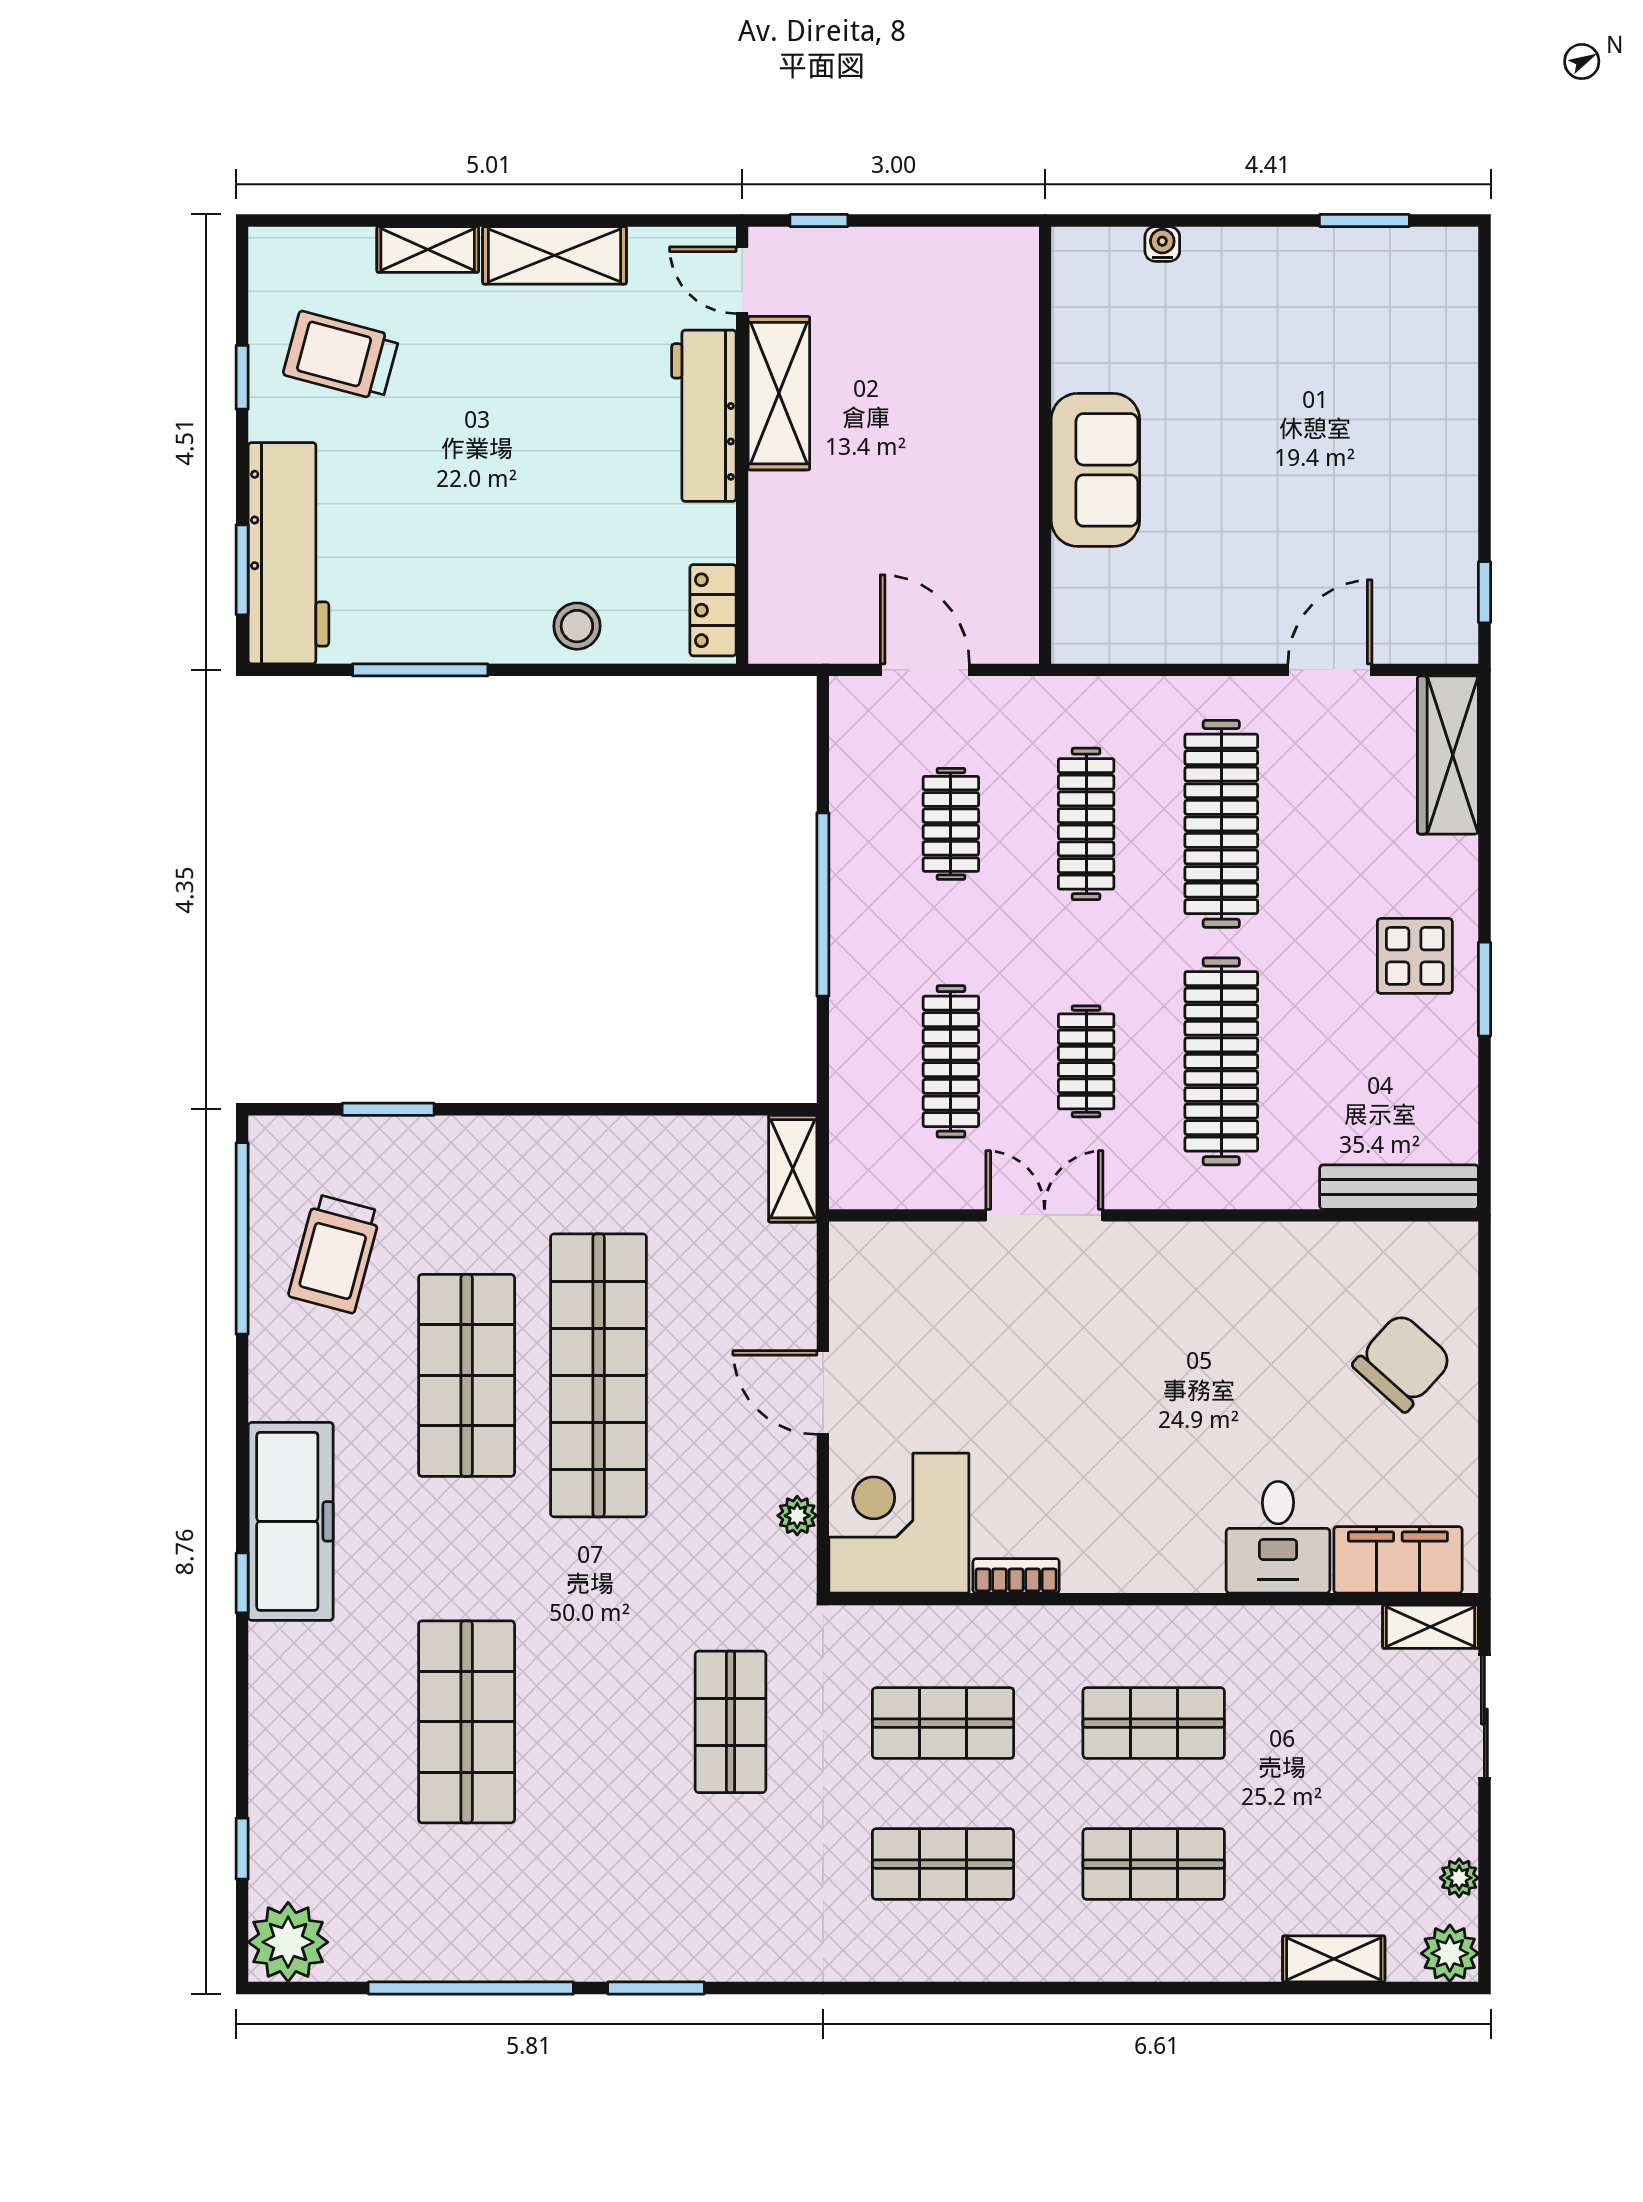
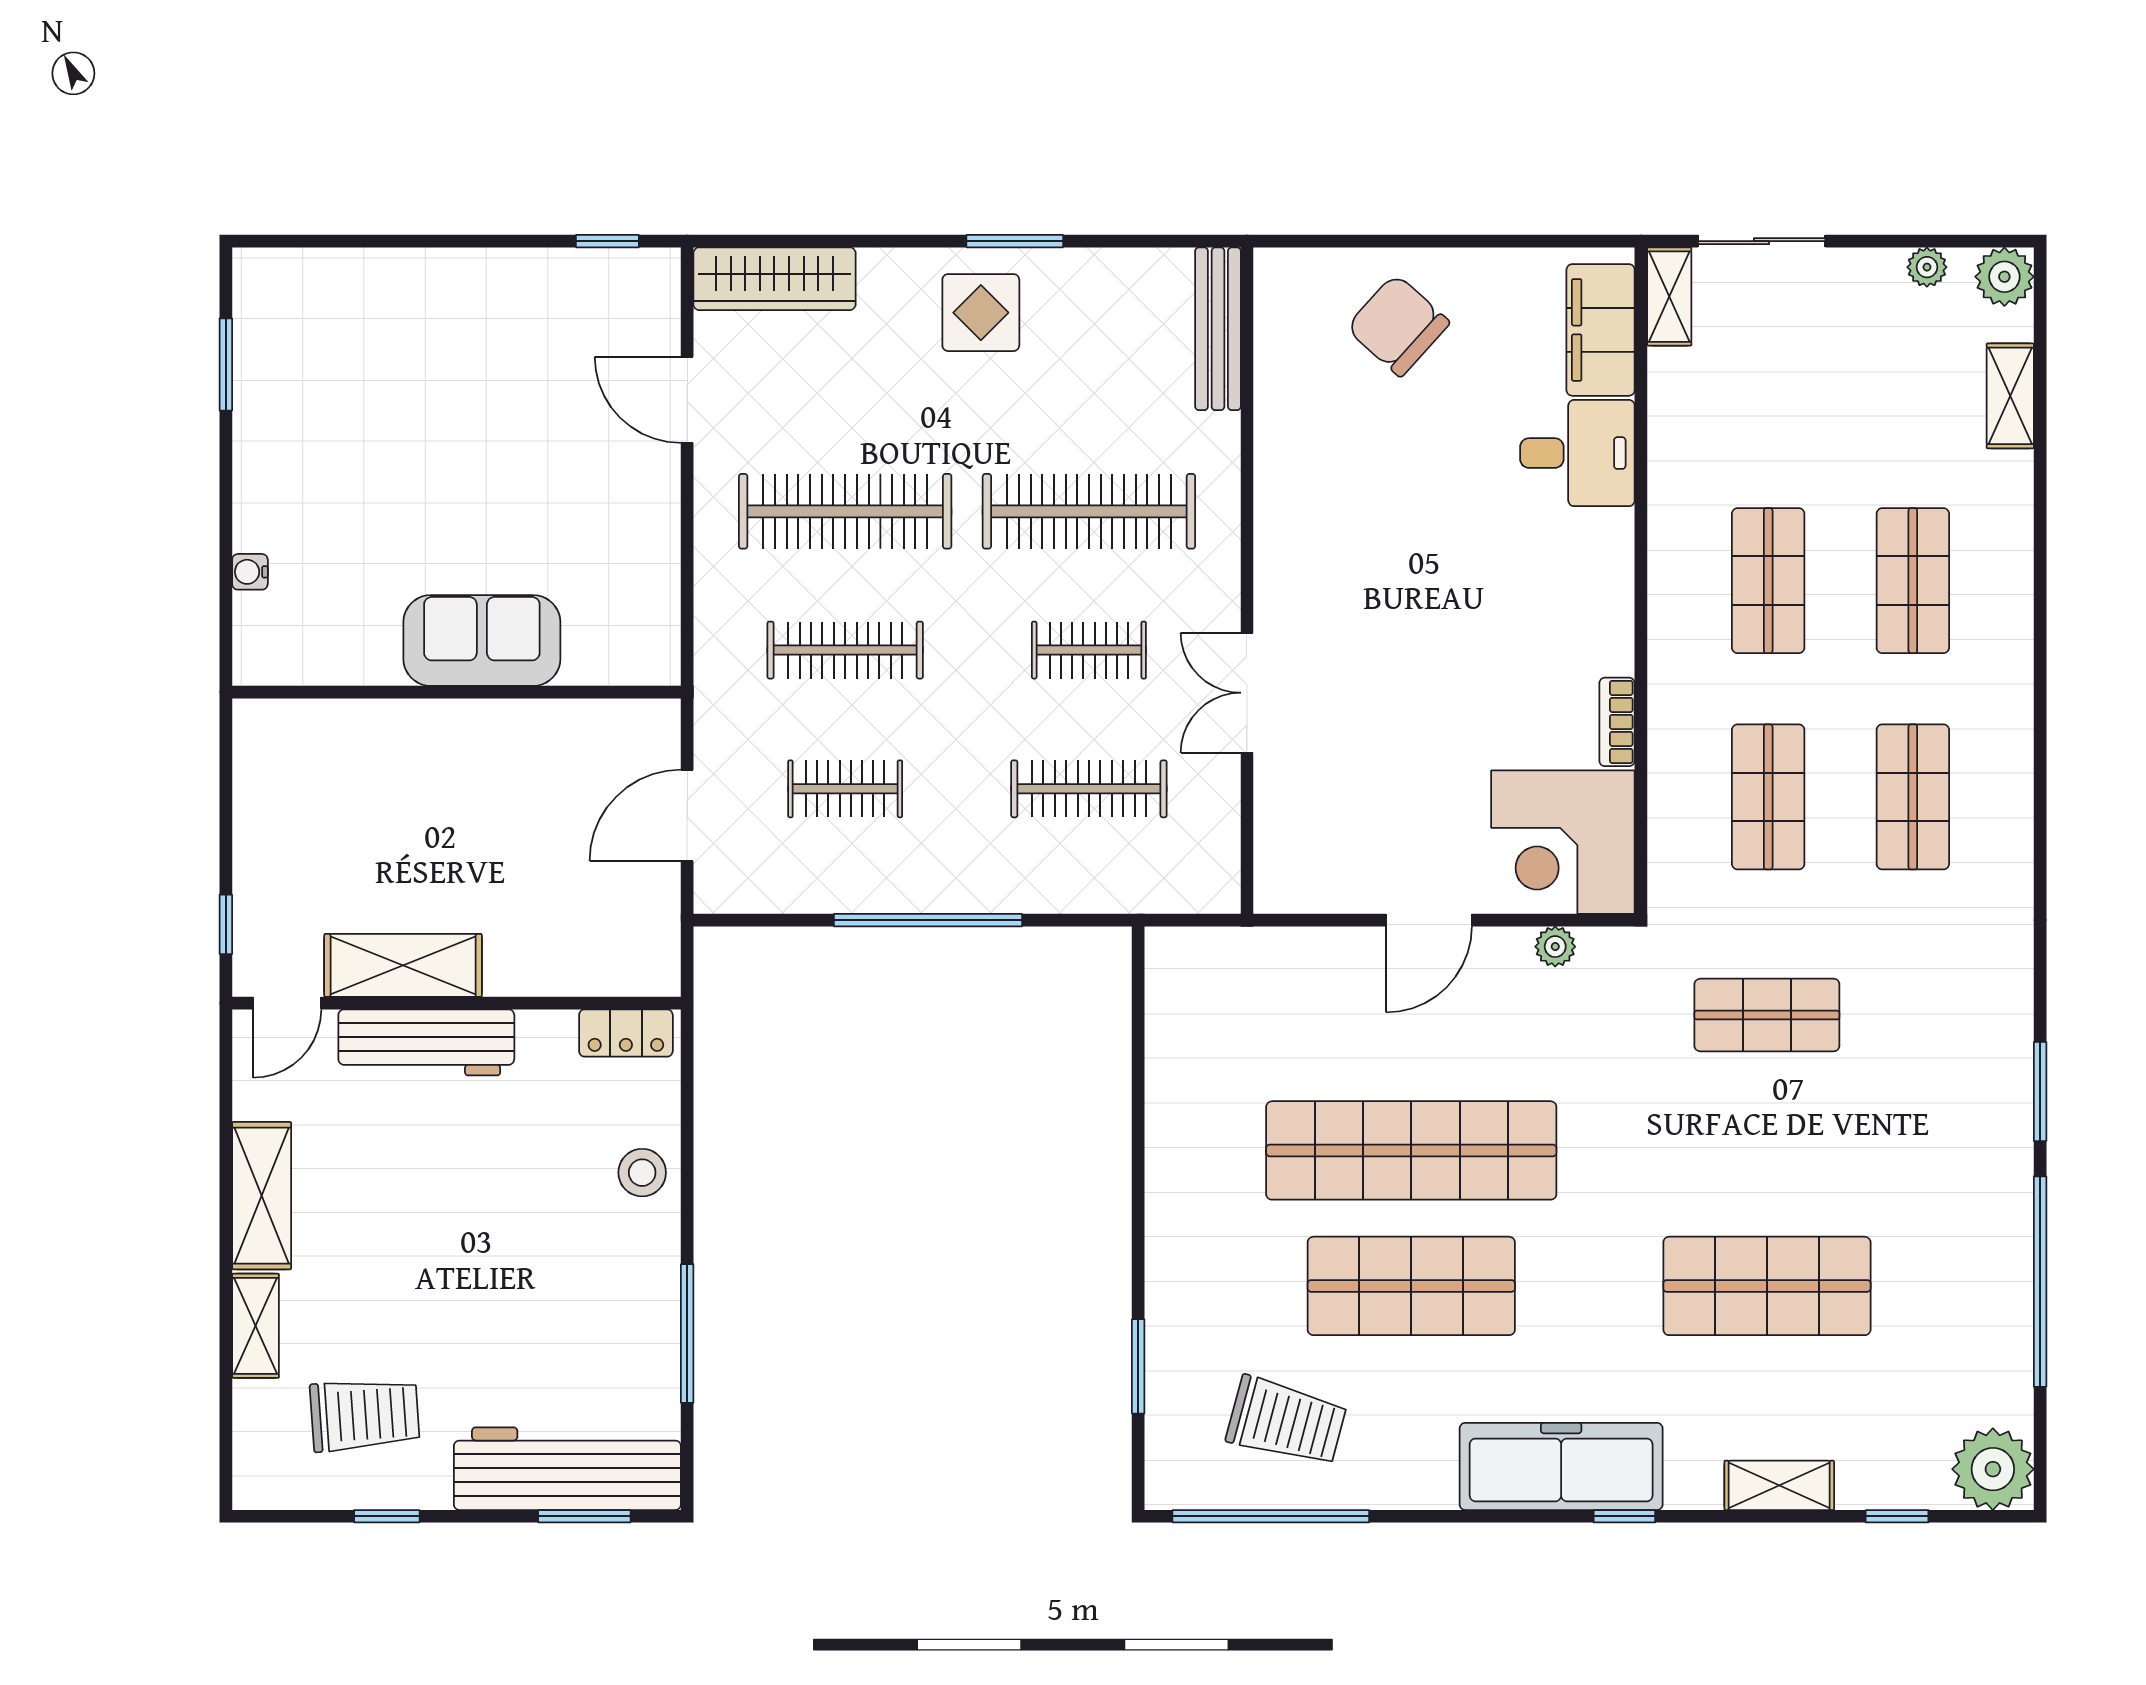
trolley: (341, 356) -> (365, 1415), turned -109
shelving: (793, 1169) -> (1779, 1485), moved

